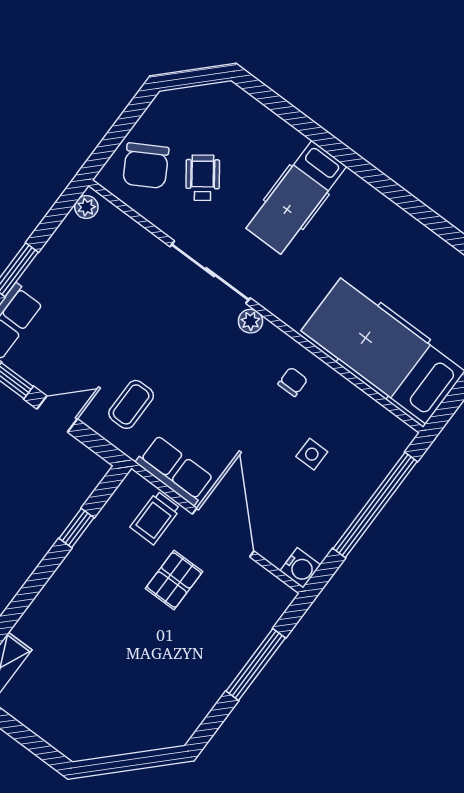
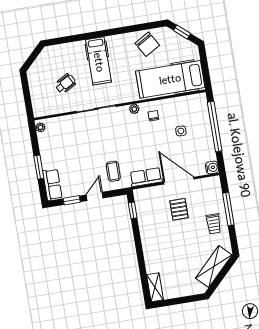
chair: (146, 166) -> (147, 44), moved
wheelchair: (203, 178) -> (65, 84), turned 97
plant: (250, 321) -> (134, 109), moved
trolley: (155, 518) -> (214, 224), moved
window: (77, 528) -> (133, 210), moved
shelving: (133, 734) -> (214, 267), added

